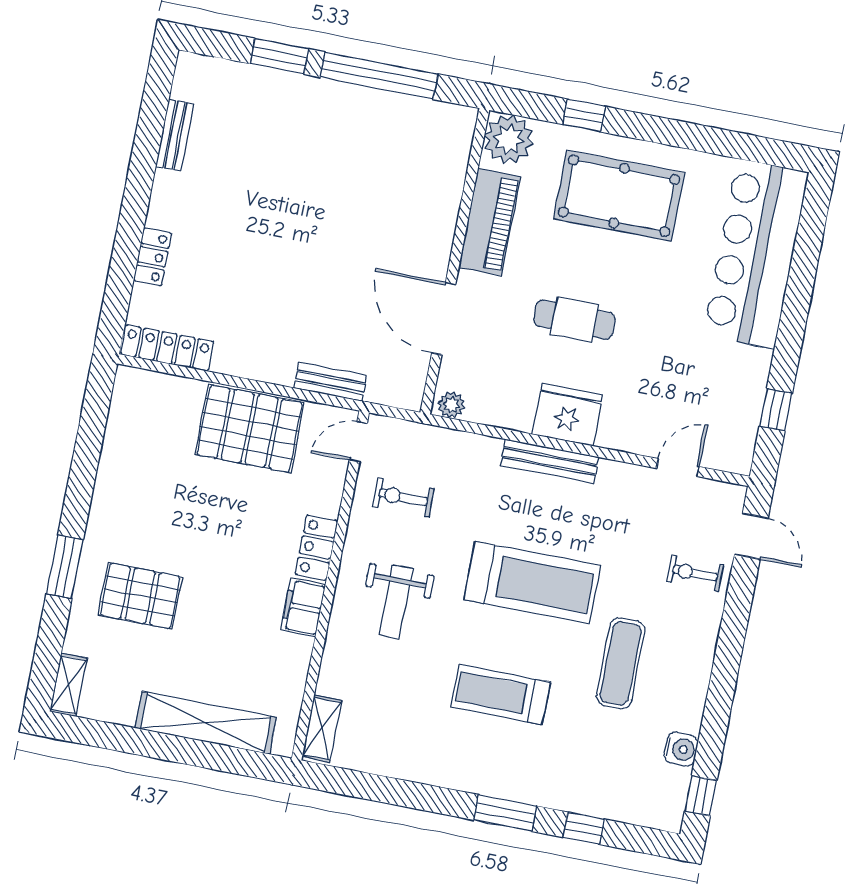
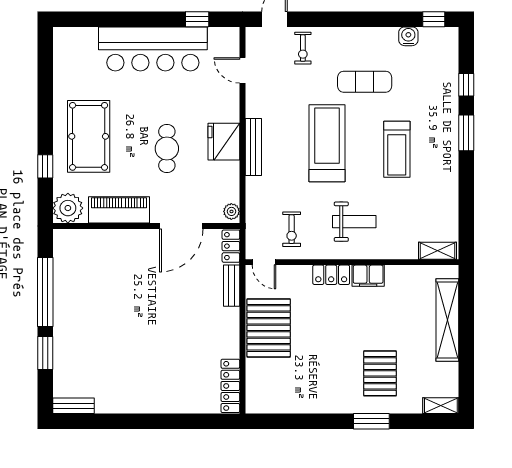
bench: (175, 135) -> (73, 406), moved
bar counter: (756, 254) -> (153, 49), moved
locker: (153, 257) -> (231, 246), moved, turned -90

